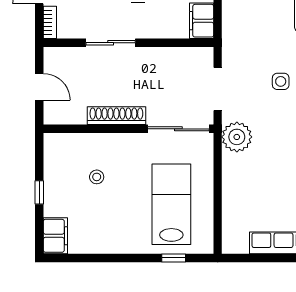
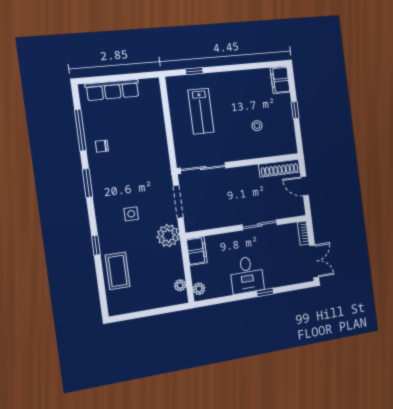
shoe rack: (116, 116) -> (279, 168), moved
plant: (237, 137) -> (168, 236), moved
lab bench: (171, 204) -> (201, 111), width x0.73, depth x0.72

